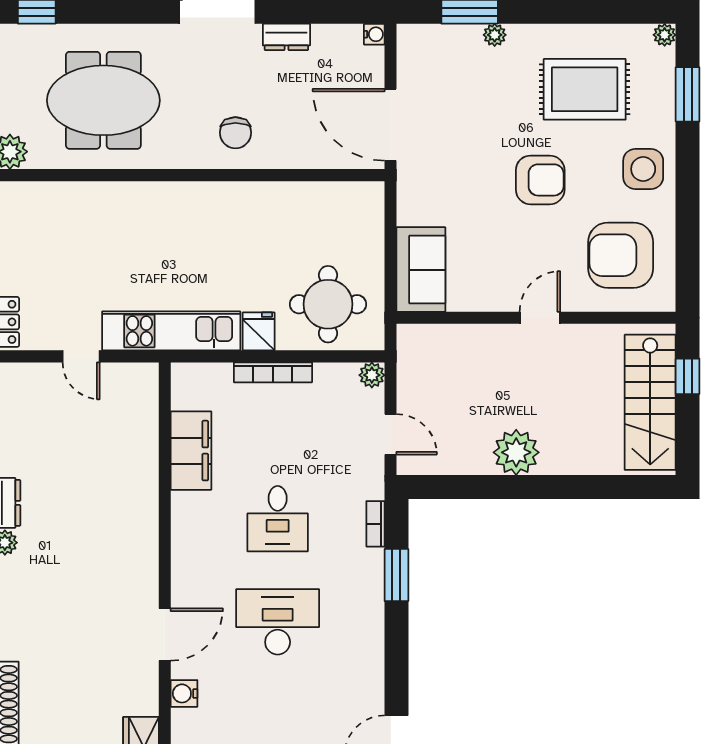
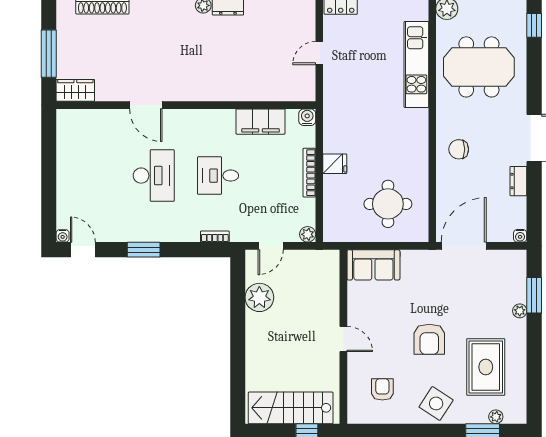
plant: (665, 35) -> (496, 417), moved
meeting table: (103, 100) -> (479, 67), turned 90
side table: (643, 169) -> (436, 403), turned 33
armchair: (621, 255) -> (382, 389), width x0.53, depth x0.53
round table: (328, 304) -> (388, 204), moved
kitchen unit: (171, 331) -> (416, 64), moved, turned 180
plant: (516, 452) -> (259, 297), moved
window: (396, 575) -> (144, 250), moved
water cooler: (184, 693) -> (307, 117), moved

